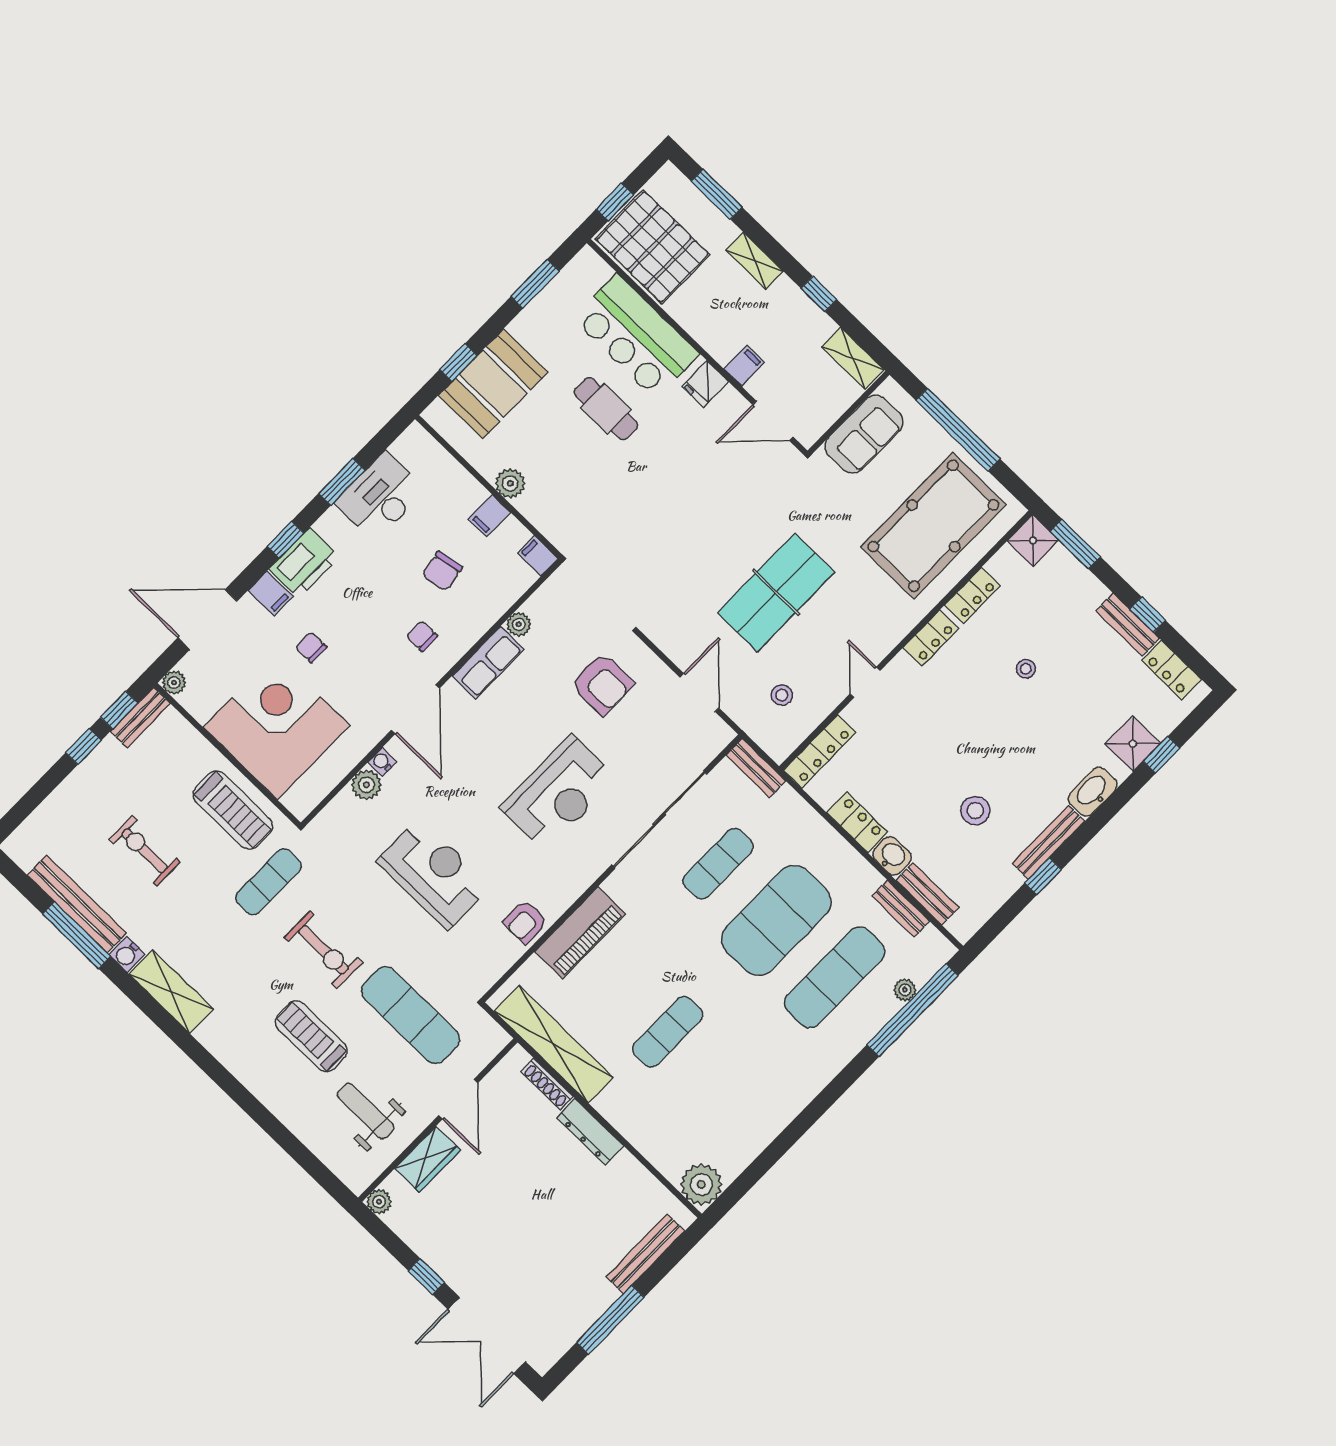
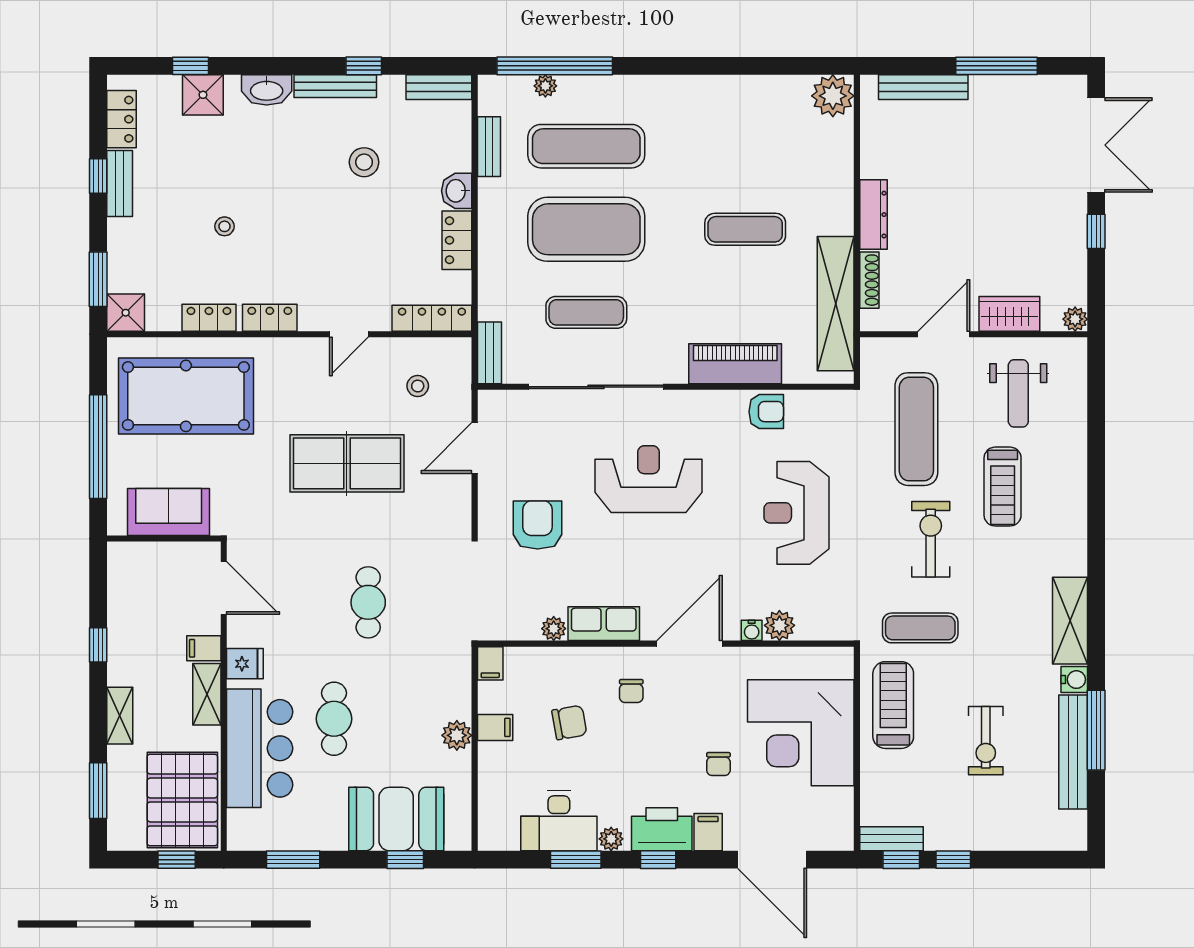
shelving: (853, 358) -> (207, 694), moved
cafe table: (664, 512) -> (368, 602), added
plant: (174, 683) -> (611, 839), moved
bench: (927, 894) -> (439, 87), moved, turned 90

